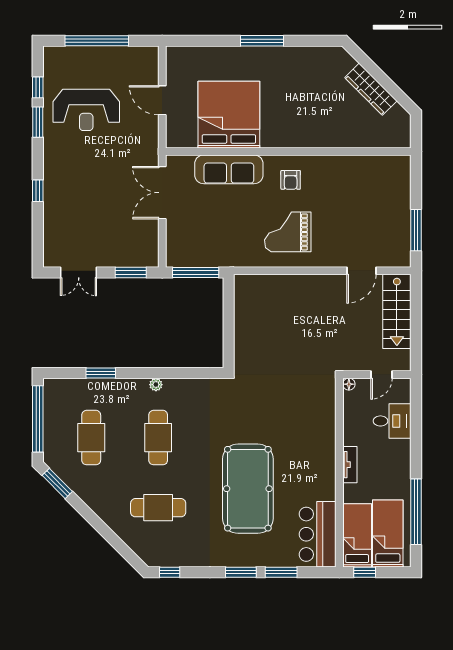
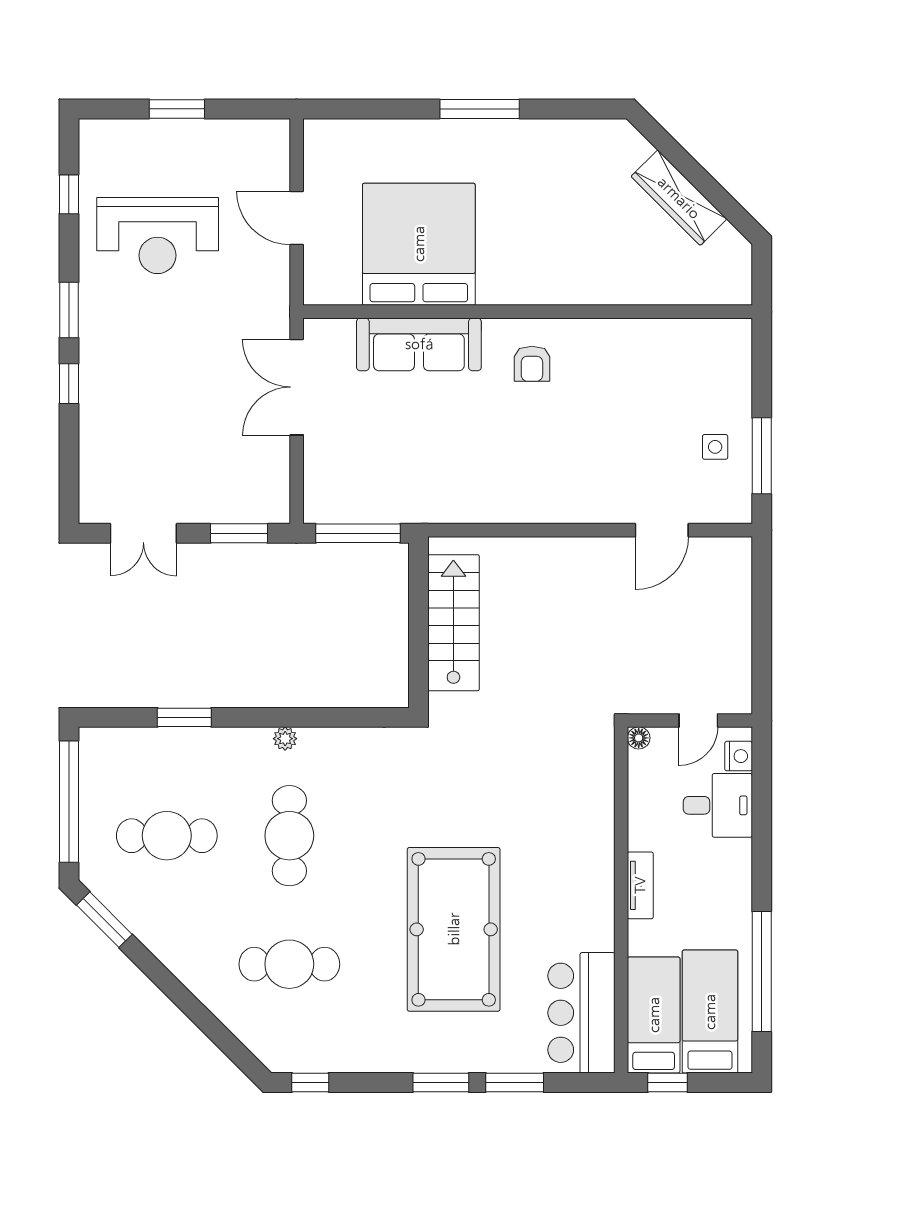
window: (97, 41) -> (177, 109), width x0.47
window: (38, 122) -> (69, 310), moved
side table: (391, 225) -> (715, 447), added
grand piano: (288, 232) -> (527, 459), removed
stairs: (397, 311) -> (453, 623), moved, turned 180
nightstand: (403, 394) -> (739, 756), added
cafe table: (91, 438) -> (167, 836), turned 90

